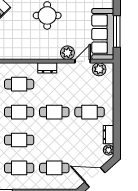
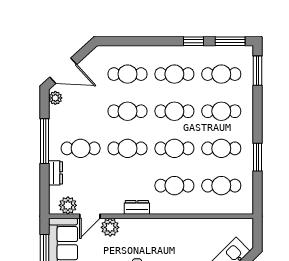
window: (117, 118) -> (44, 141), added
dresser: (108, 135) -> (55, 173), moved
cafe table: (54, 140) -> (127, 111), added
door: (95, 177) -> (63, 71), moved

